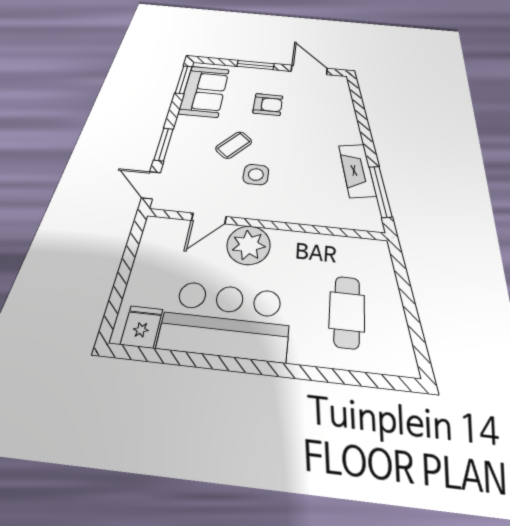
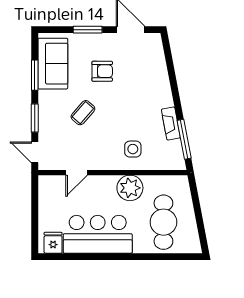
window: (184, 80) -> (35, 75), moved
fireplace: (357, 170) -> (171, 124), width x0.73, depth x0.76
side table: (256, 175) -> (133, 149), moved
plant: (249, 245) -> (130, 188), moved
cafe table: (347, 312) -> (163, 222), width x1.37, depth x1.35

